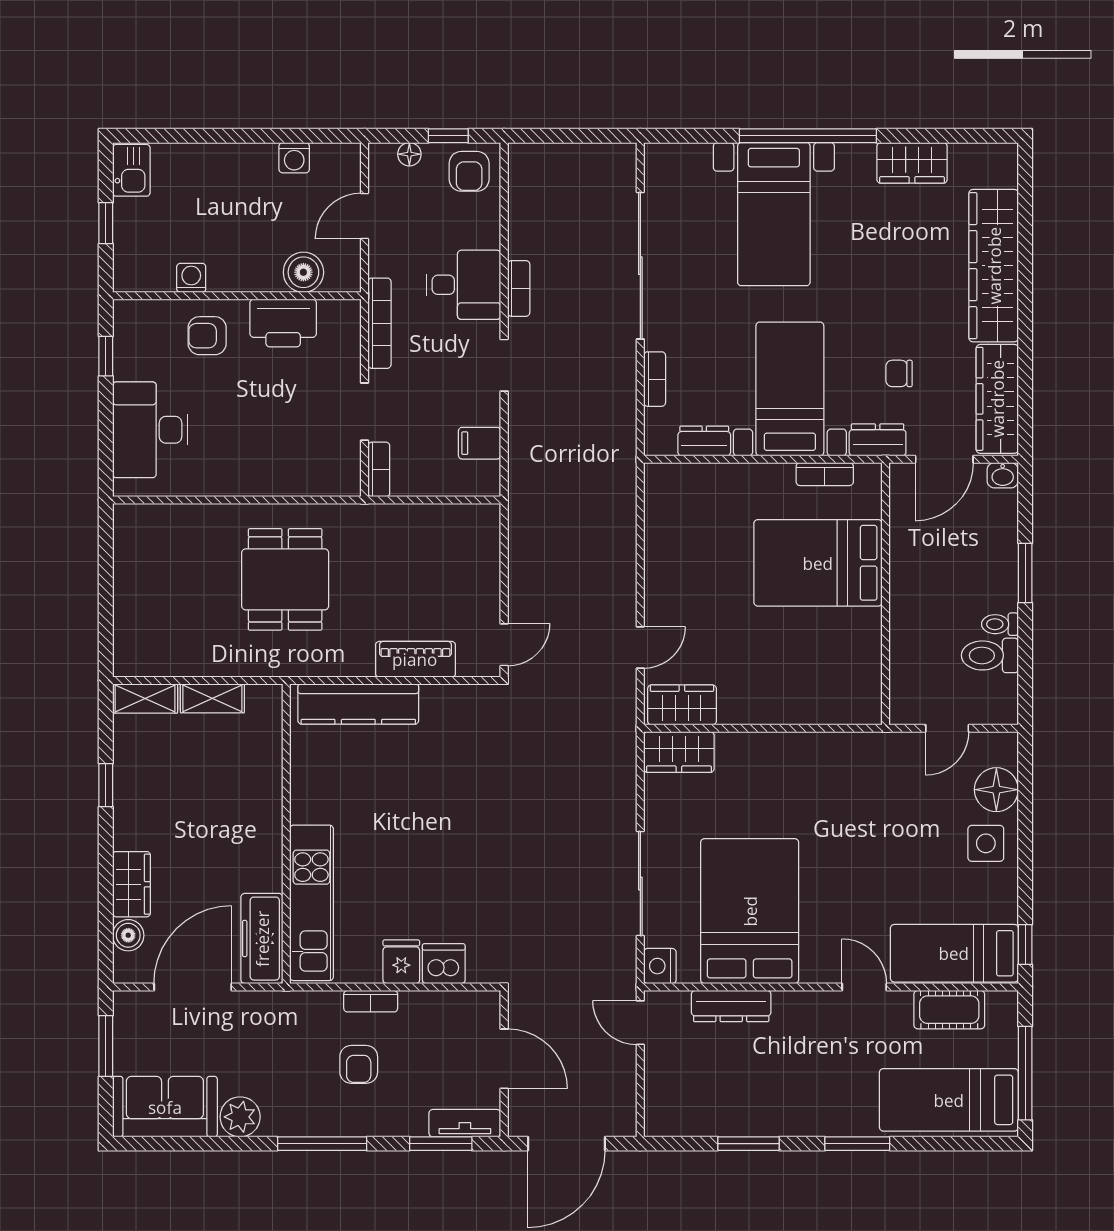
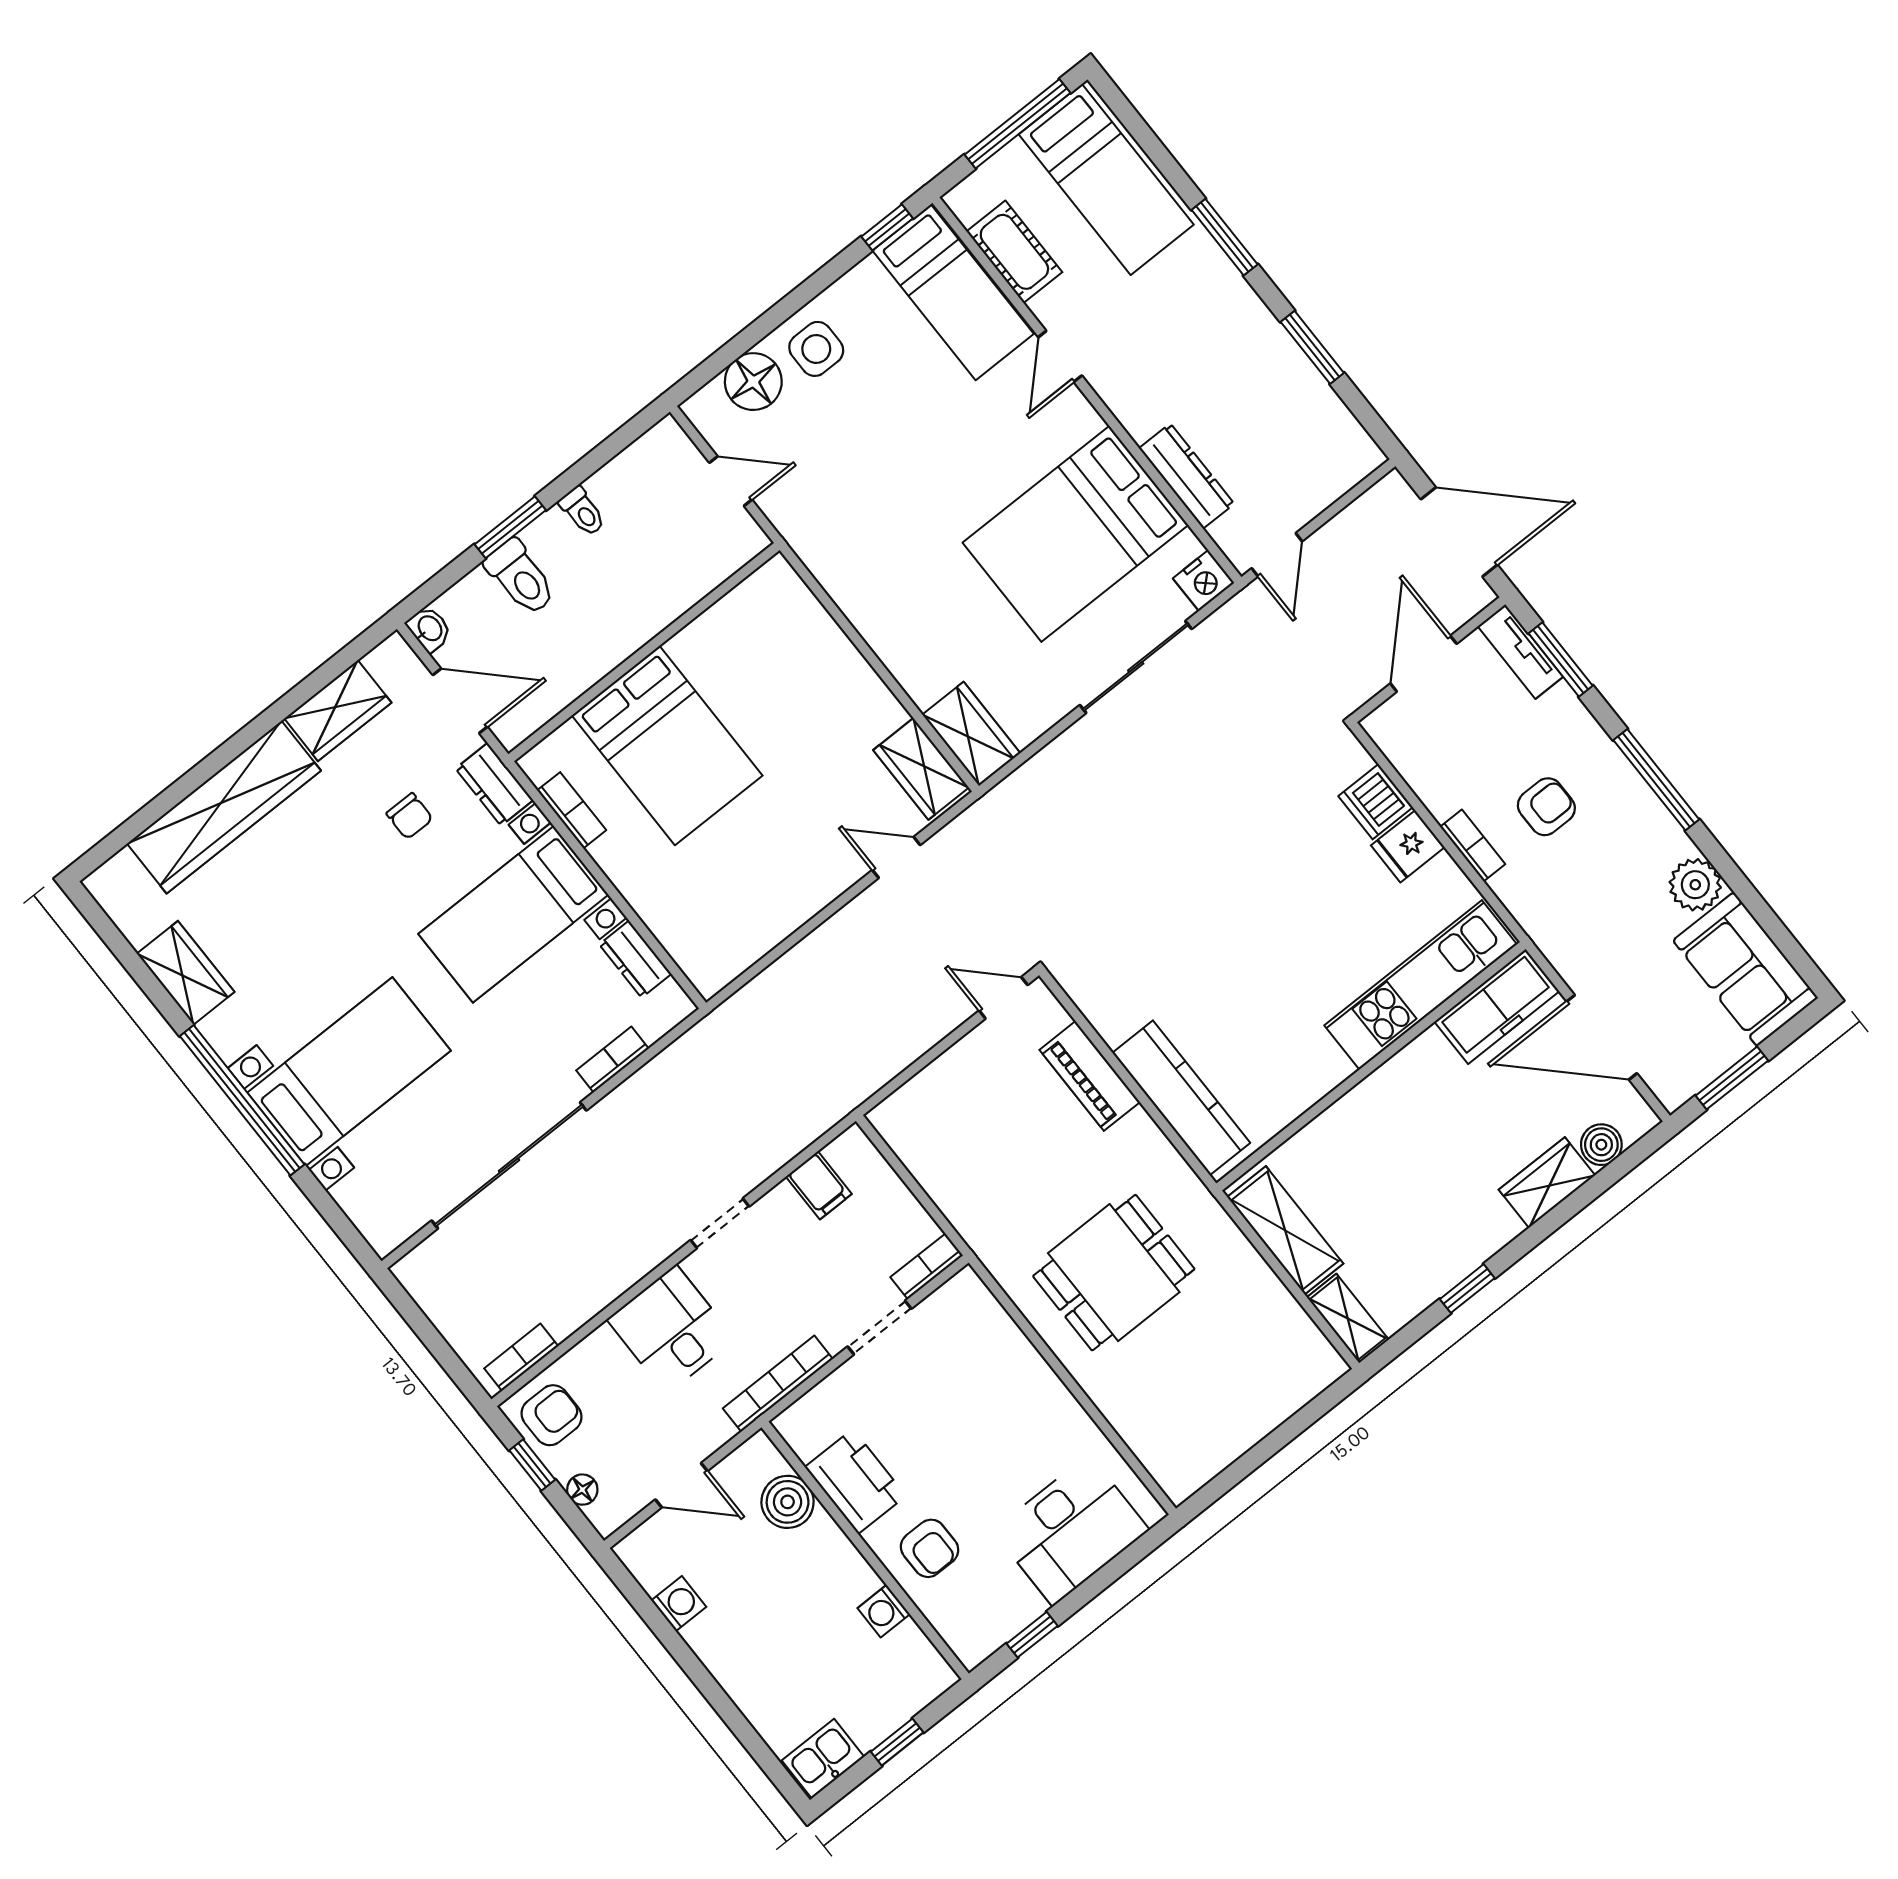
bookcase: (519, 288) -> (521, 1357), moved
wardrobe: (997, 399) -> (338, 711), width x0.67
toilet: (990, 655) -> (521, 577), moved
shelving: (212, 698) -> (1285, 1230), width x1.50, depth x1.33

